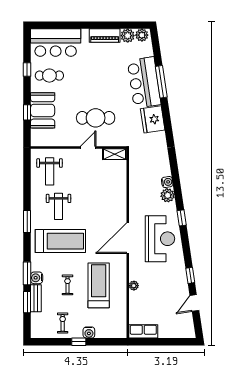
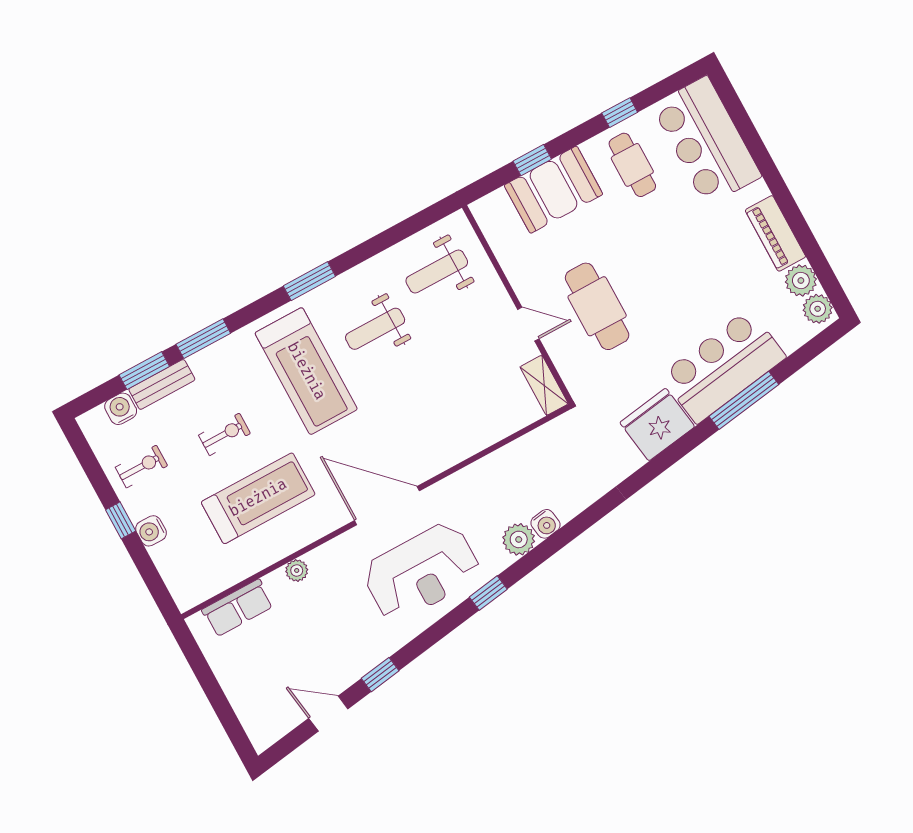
water cooler: (37, 278) -> (121, 409), moved
row of seats: (143, 331) -> (238, 608), moved, turned 90

